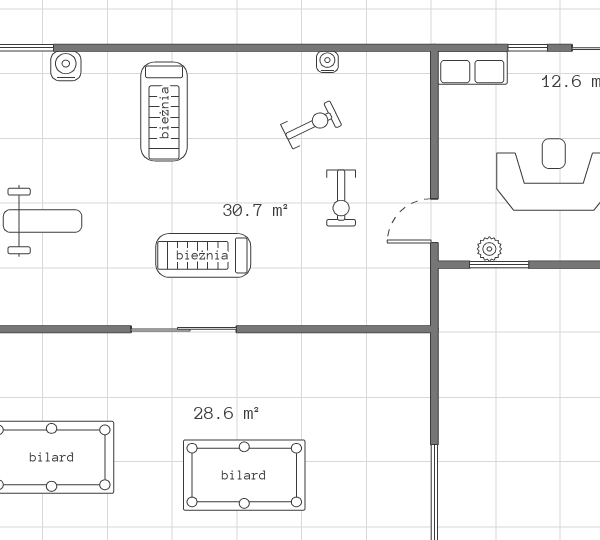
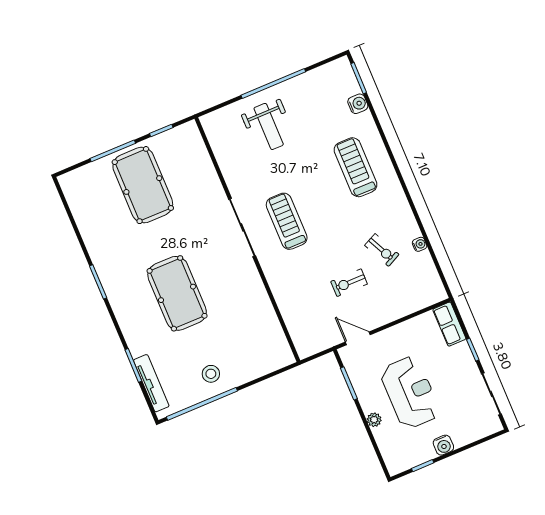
treadmill: (164, 112) -> (356, 167), turned 90
plant: (489, 249) -> (374, 420), moved
stool: (393, 475) -> (211, 374), added

